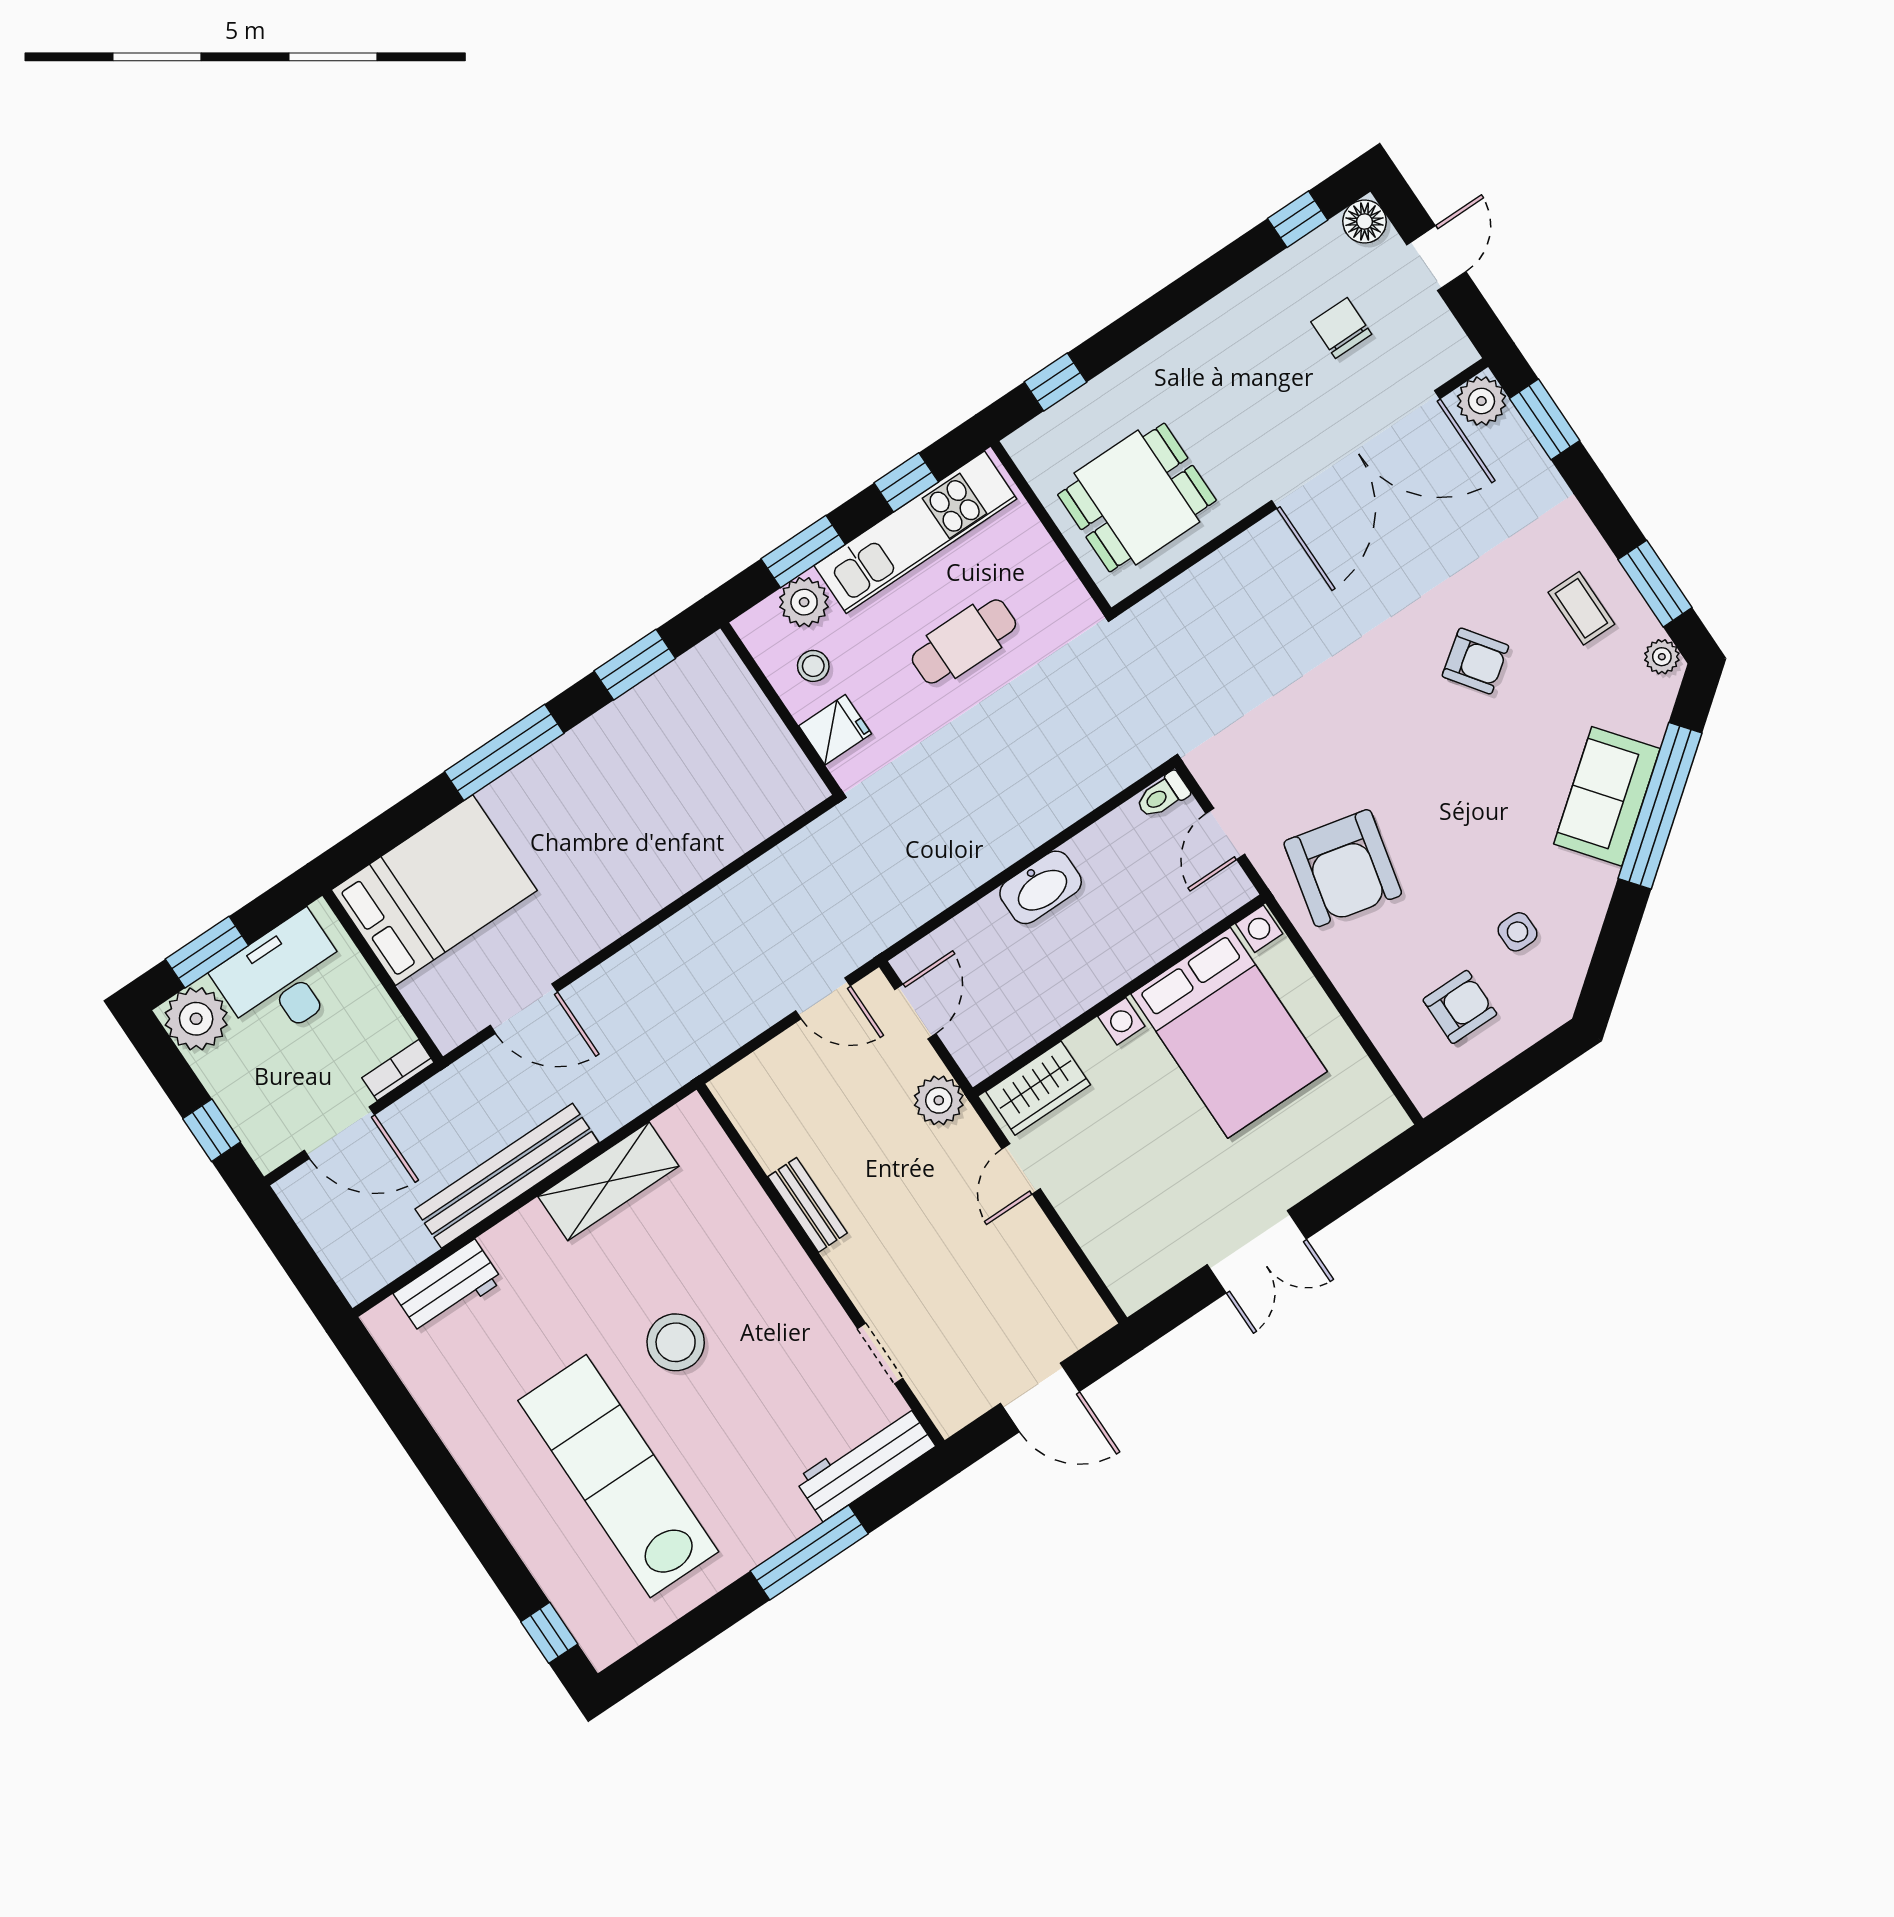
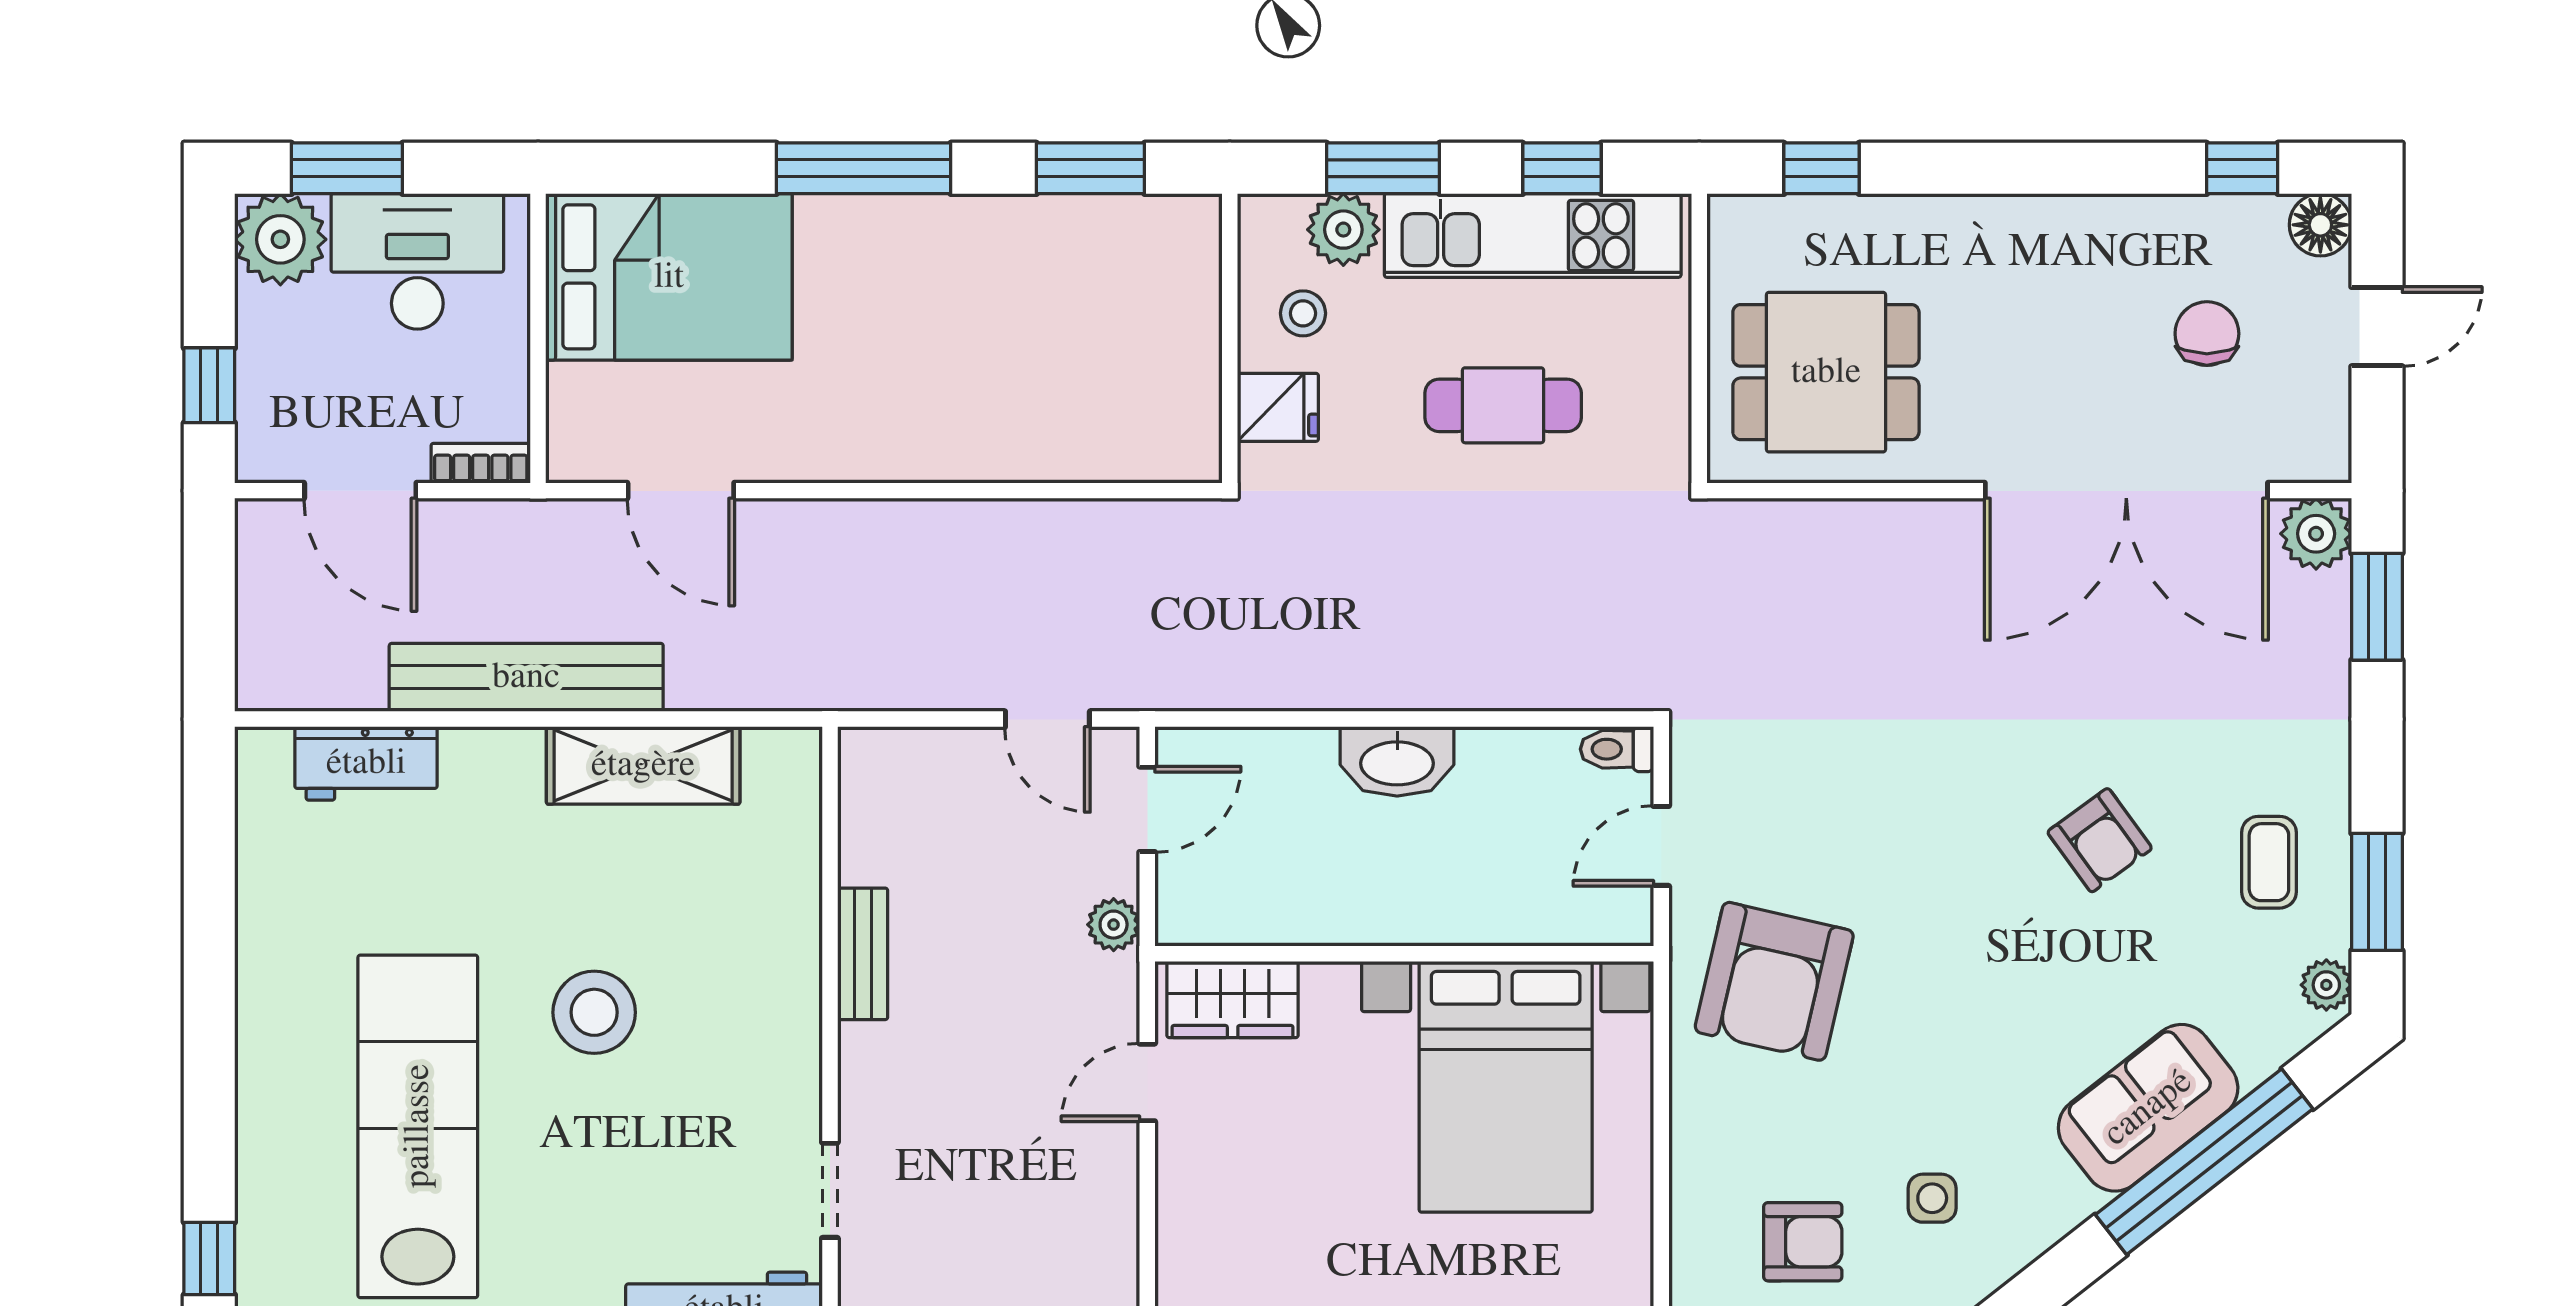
plant: (939, 1100) -> (1114, 925), width x0.73, depth x0.73

